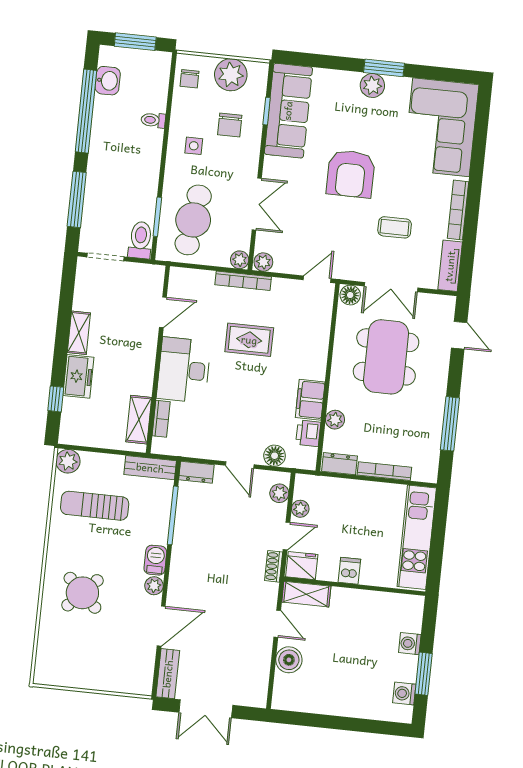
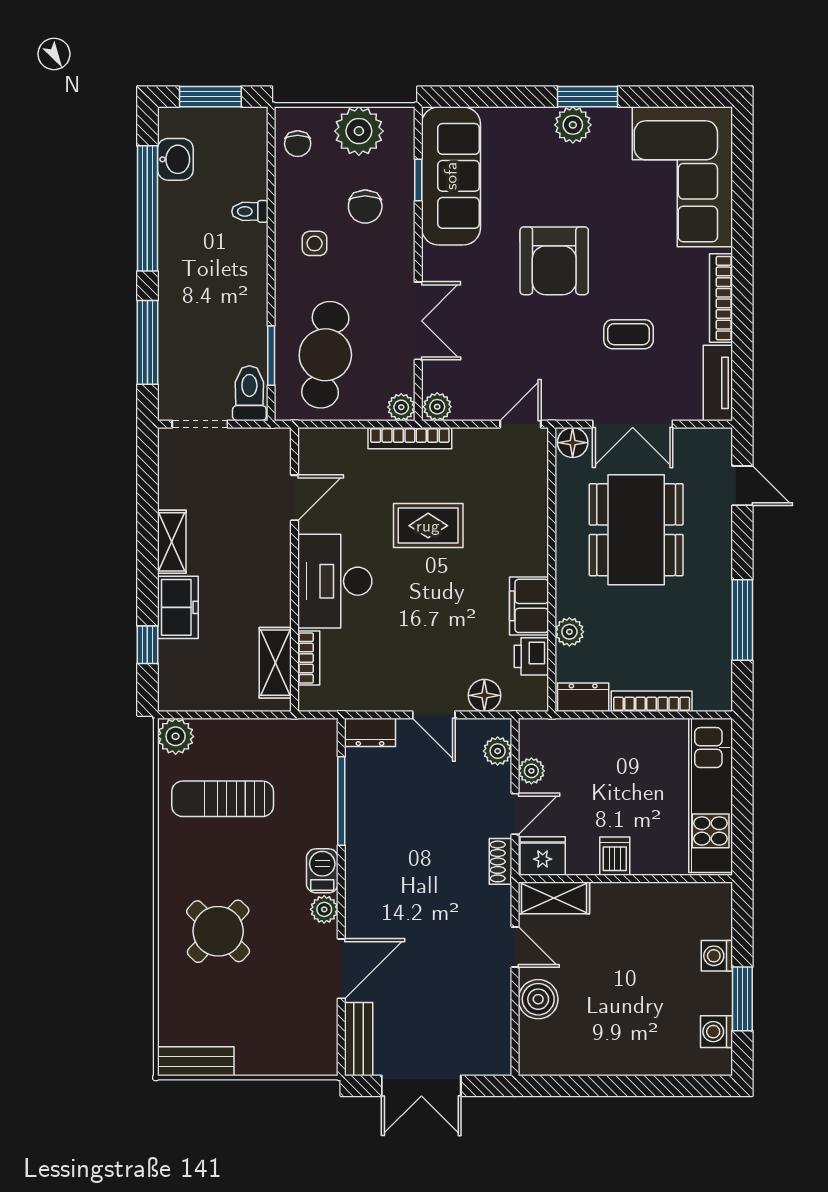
bench: (150, 468) -> (196, 1061), moved

